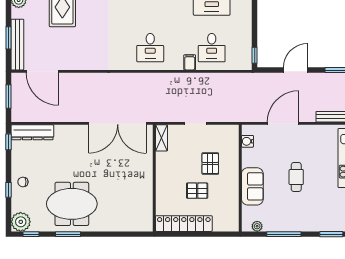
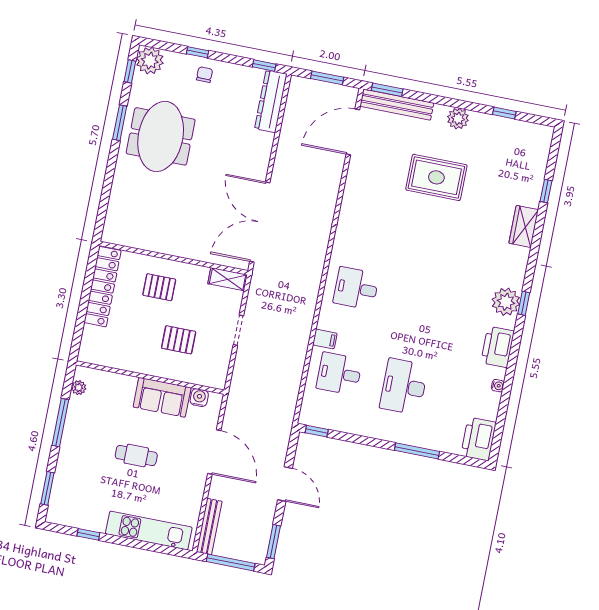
window: (8, 38) -> (387, 90), moved
sofa: (252, 186) -> (162, 397), moved
pallet: (197, 191) -> (159, 287), moved, turned 90

